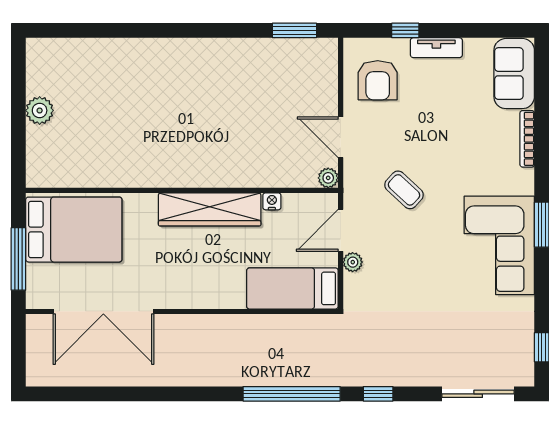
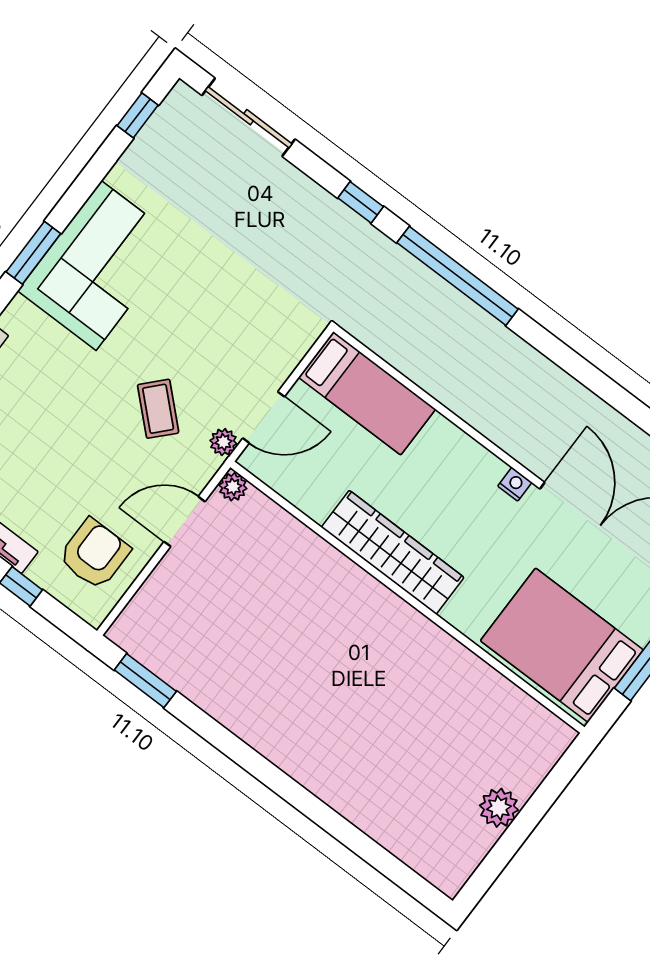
door: (341, 137) -> (184, 522), swing flipped
nightstand: (272, 201) -> (515, 484), moved, turned 180
plant: (353, 262) -> (223, 442), moved

